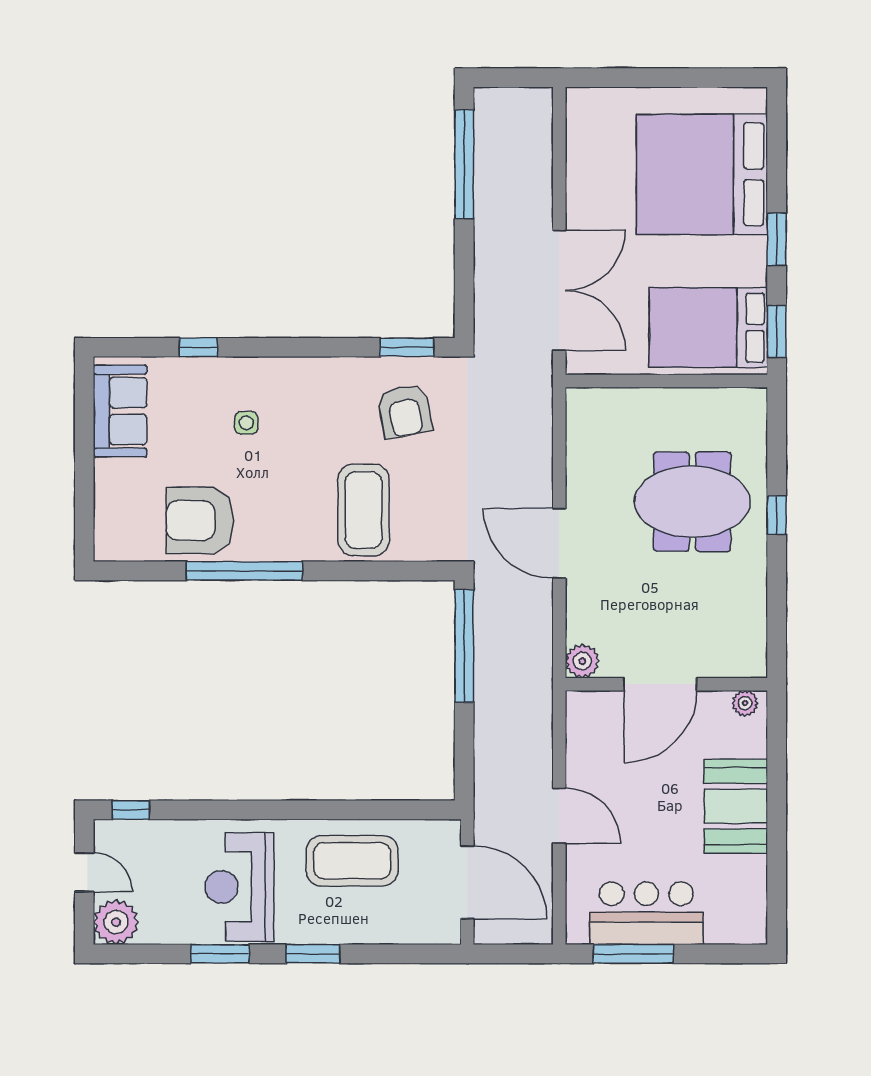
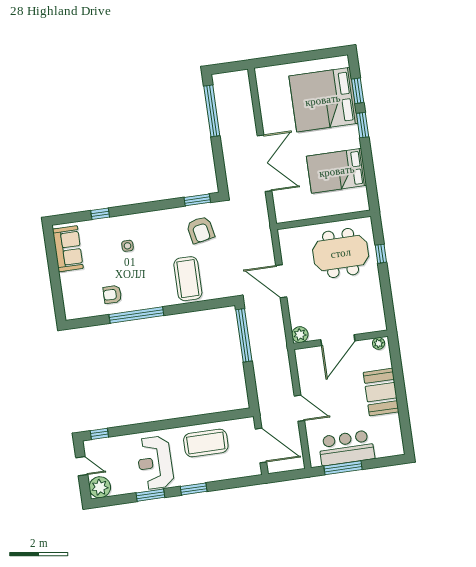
window: (777, 331) -> (358, 91), moved
wall: (666, 381) -> (324, 220), moved
armchair: (200, 520) -> (112, 294), width x0.53, depth x0.53

